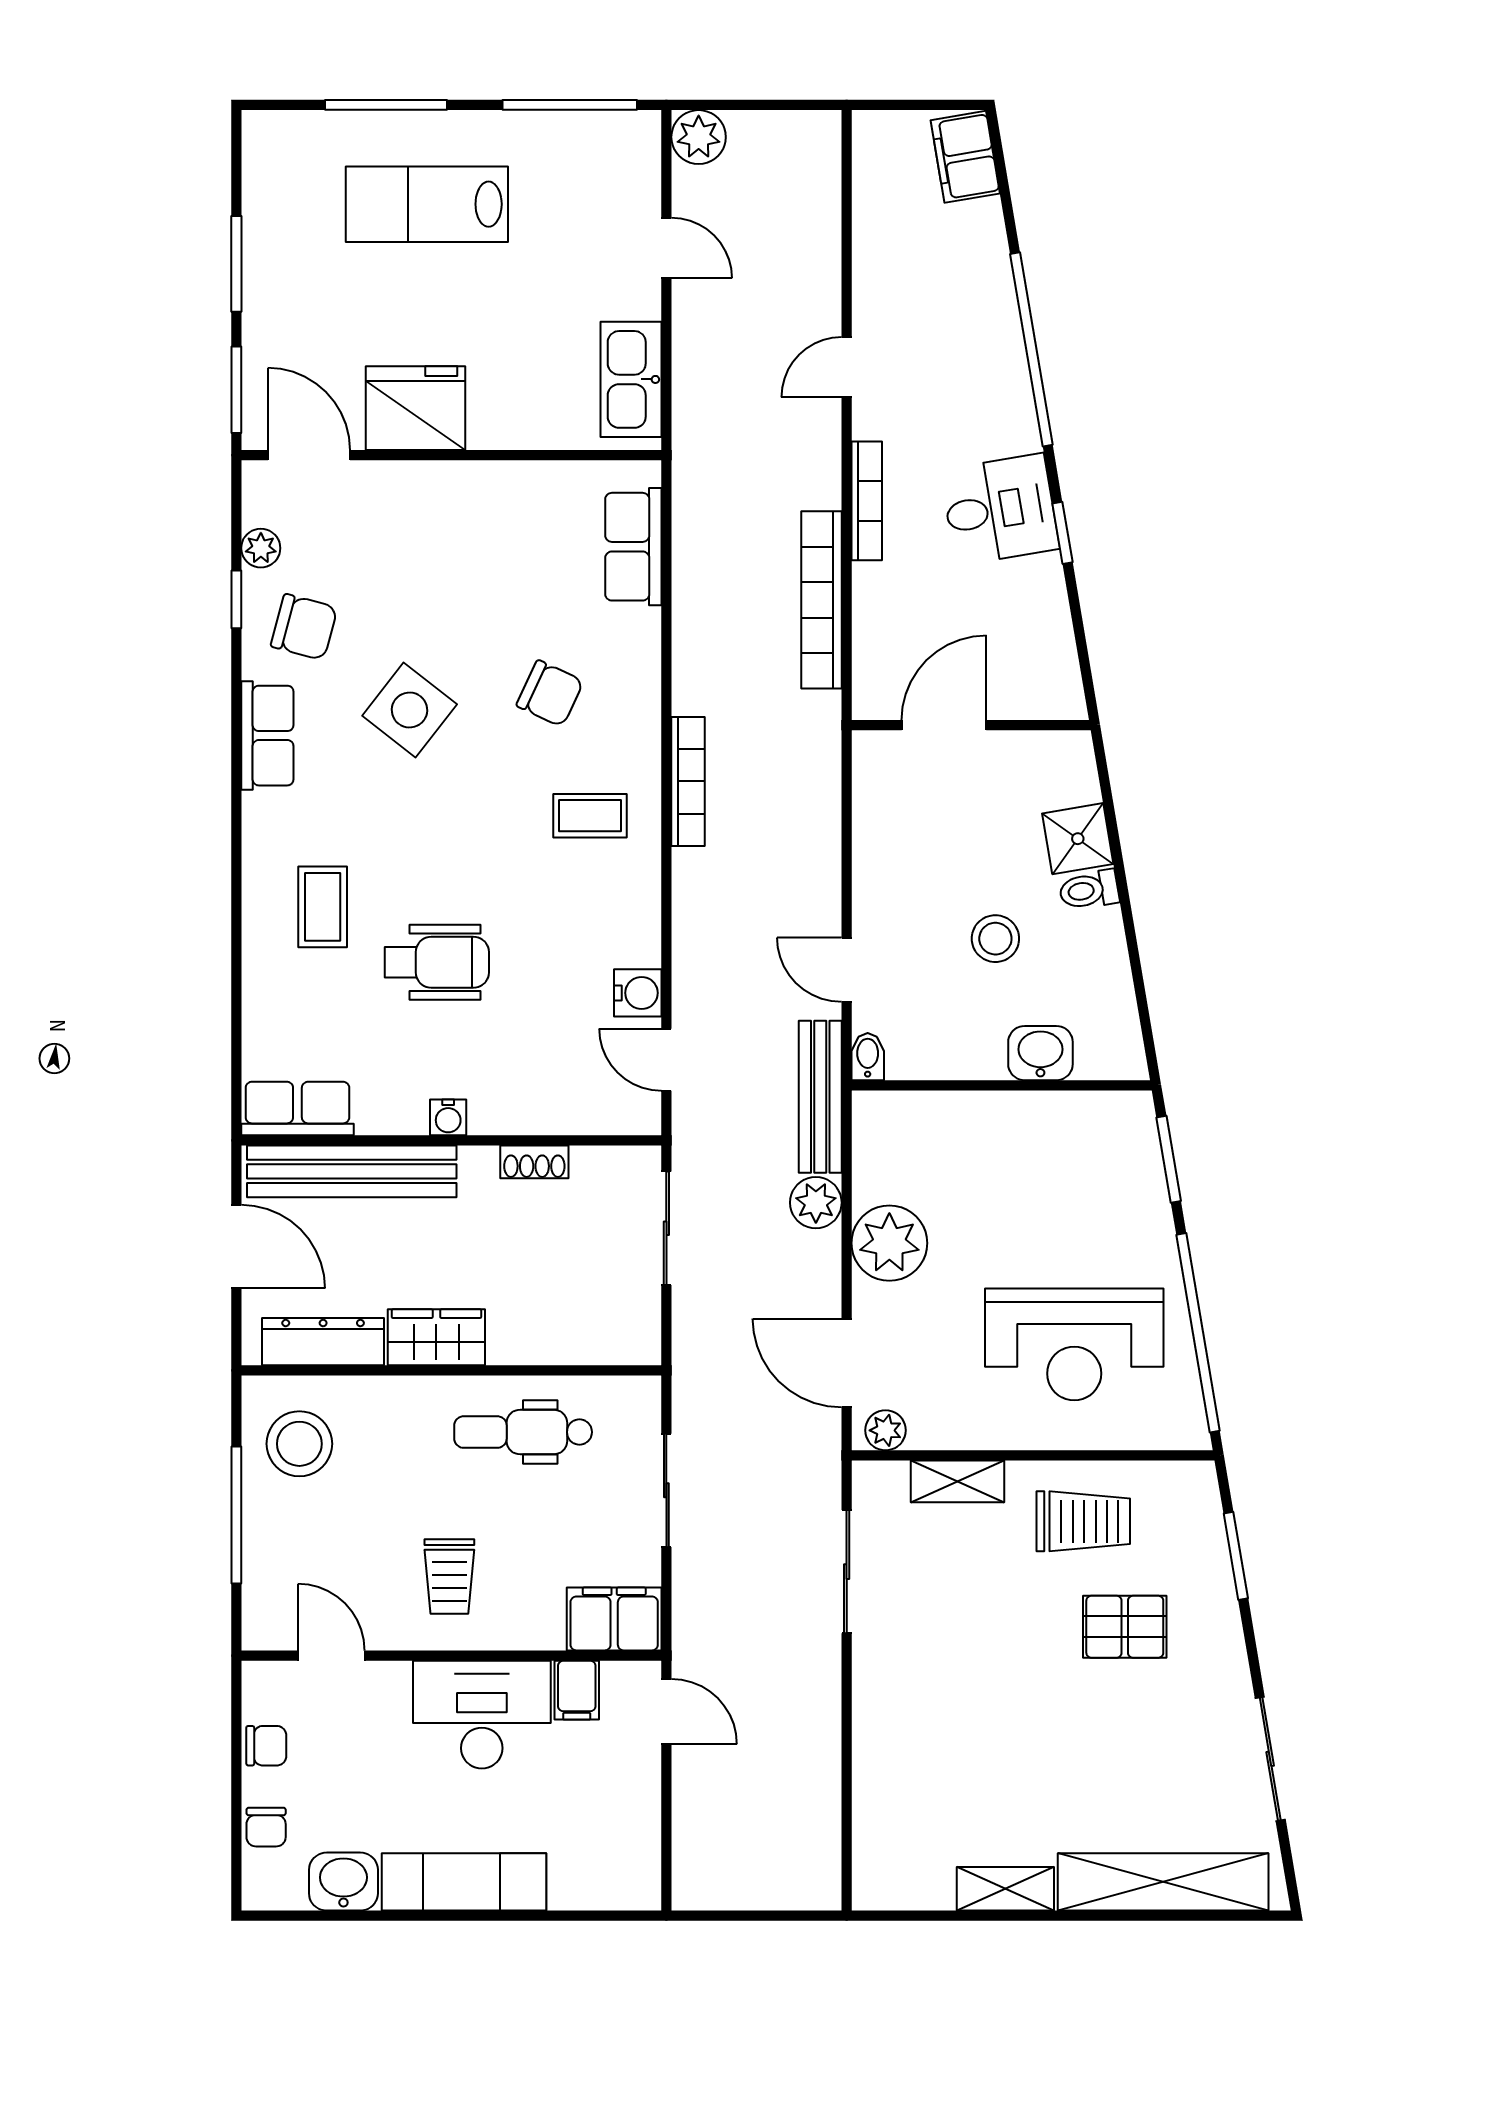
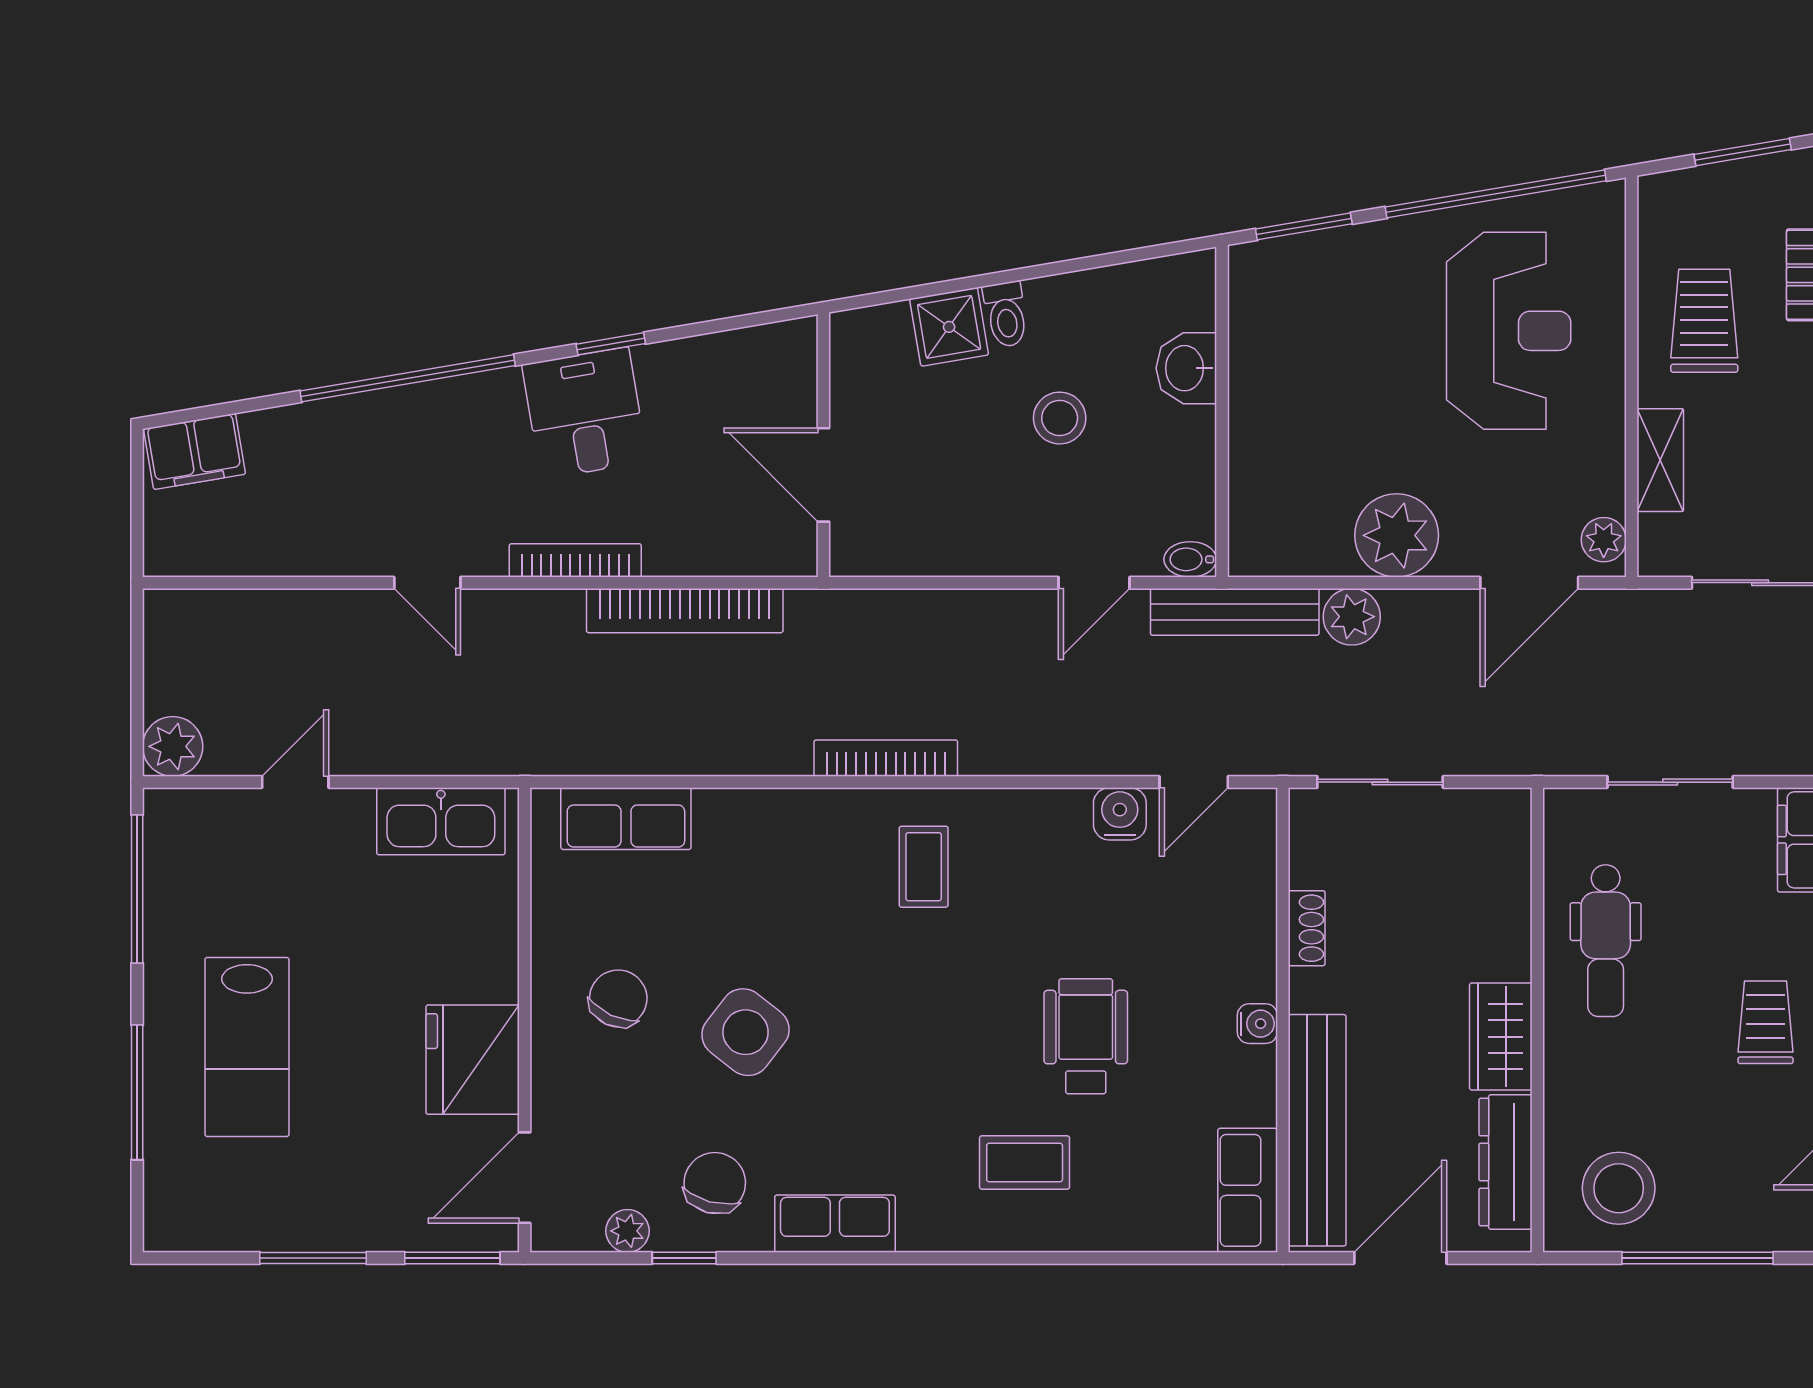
chair: (550, 693) -> (618, 998), moved
side table: (410, 710) -> (745, 1032), moved
trolley: (449, 1577) -> (1766, 1022), turned -90

